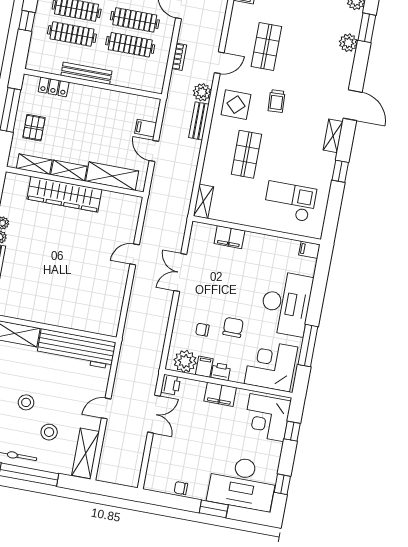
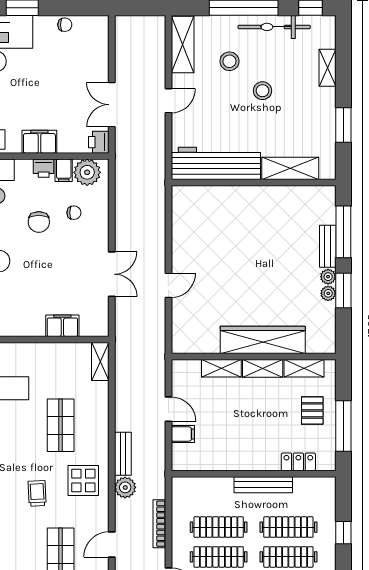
bookcase: (179, 57) -> (159, 524), width x1.56
door: (219, 63) -> (112, 545), moved
shelving: (112, 176) -> (221, 368), width x0.67, depth x0.75

